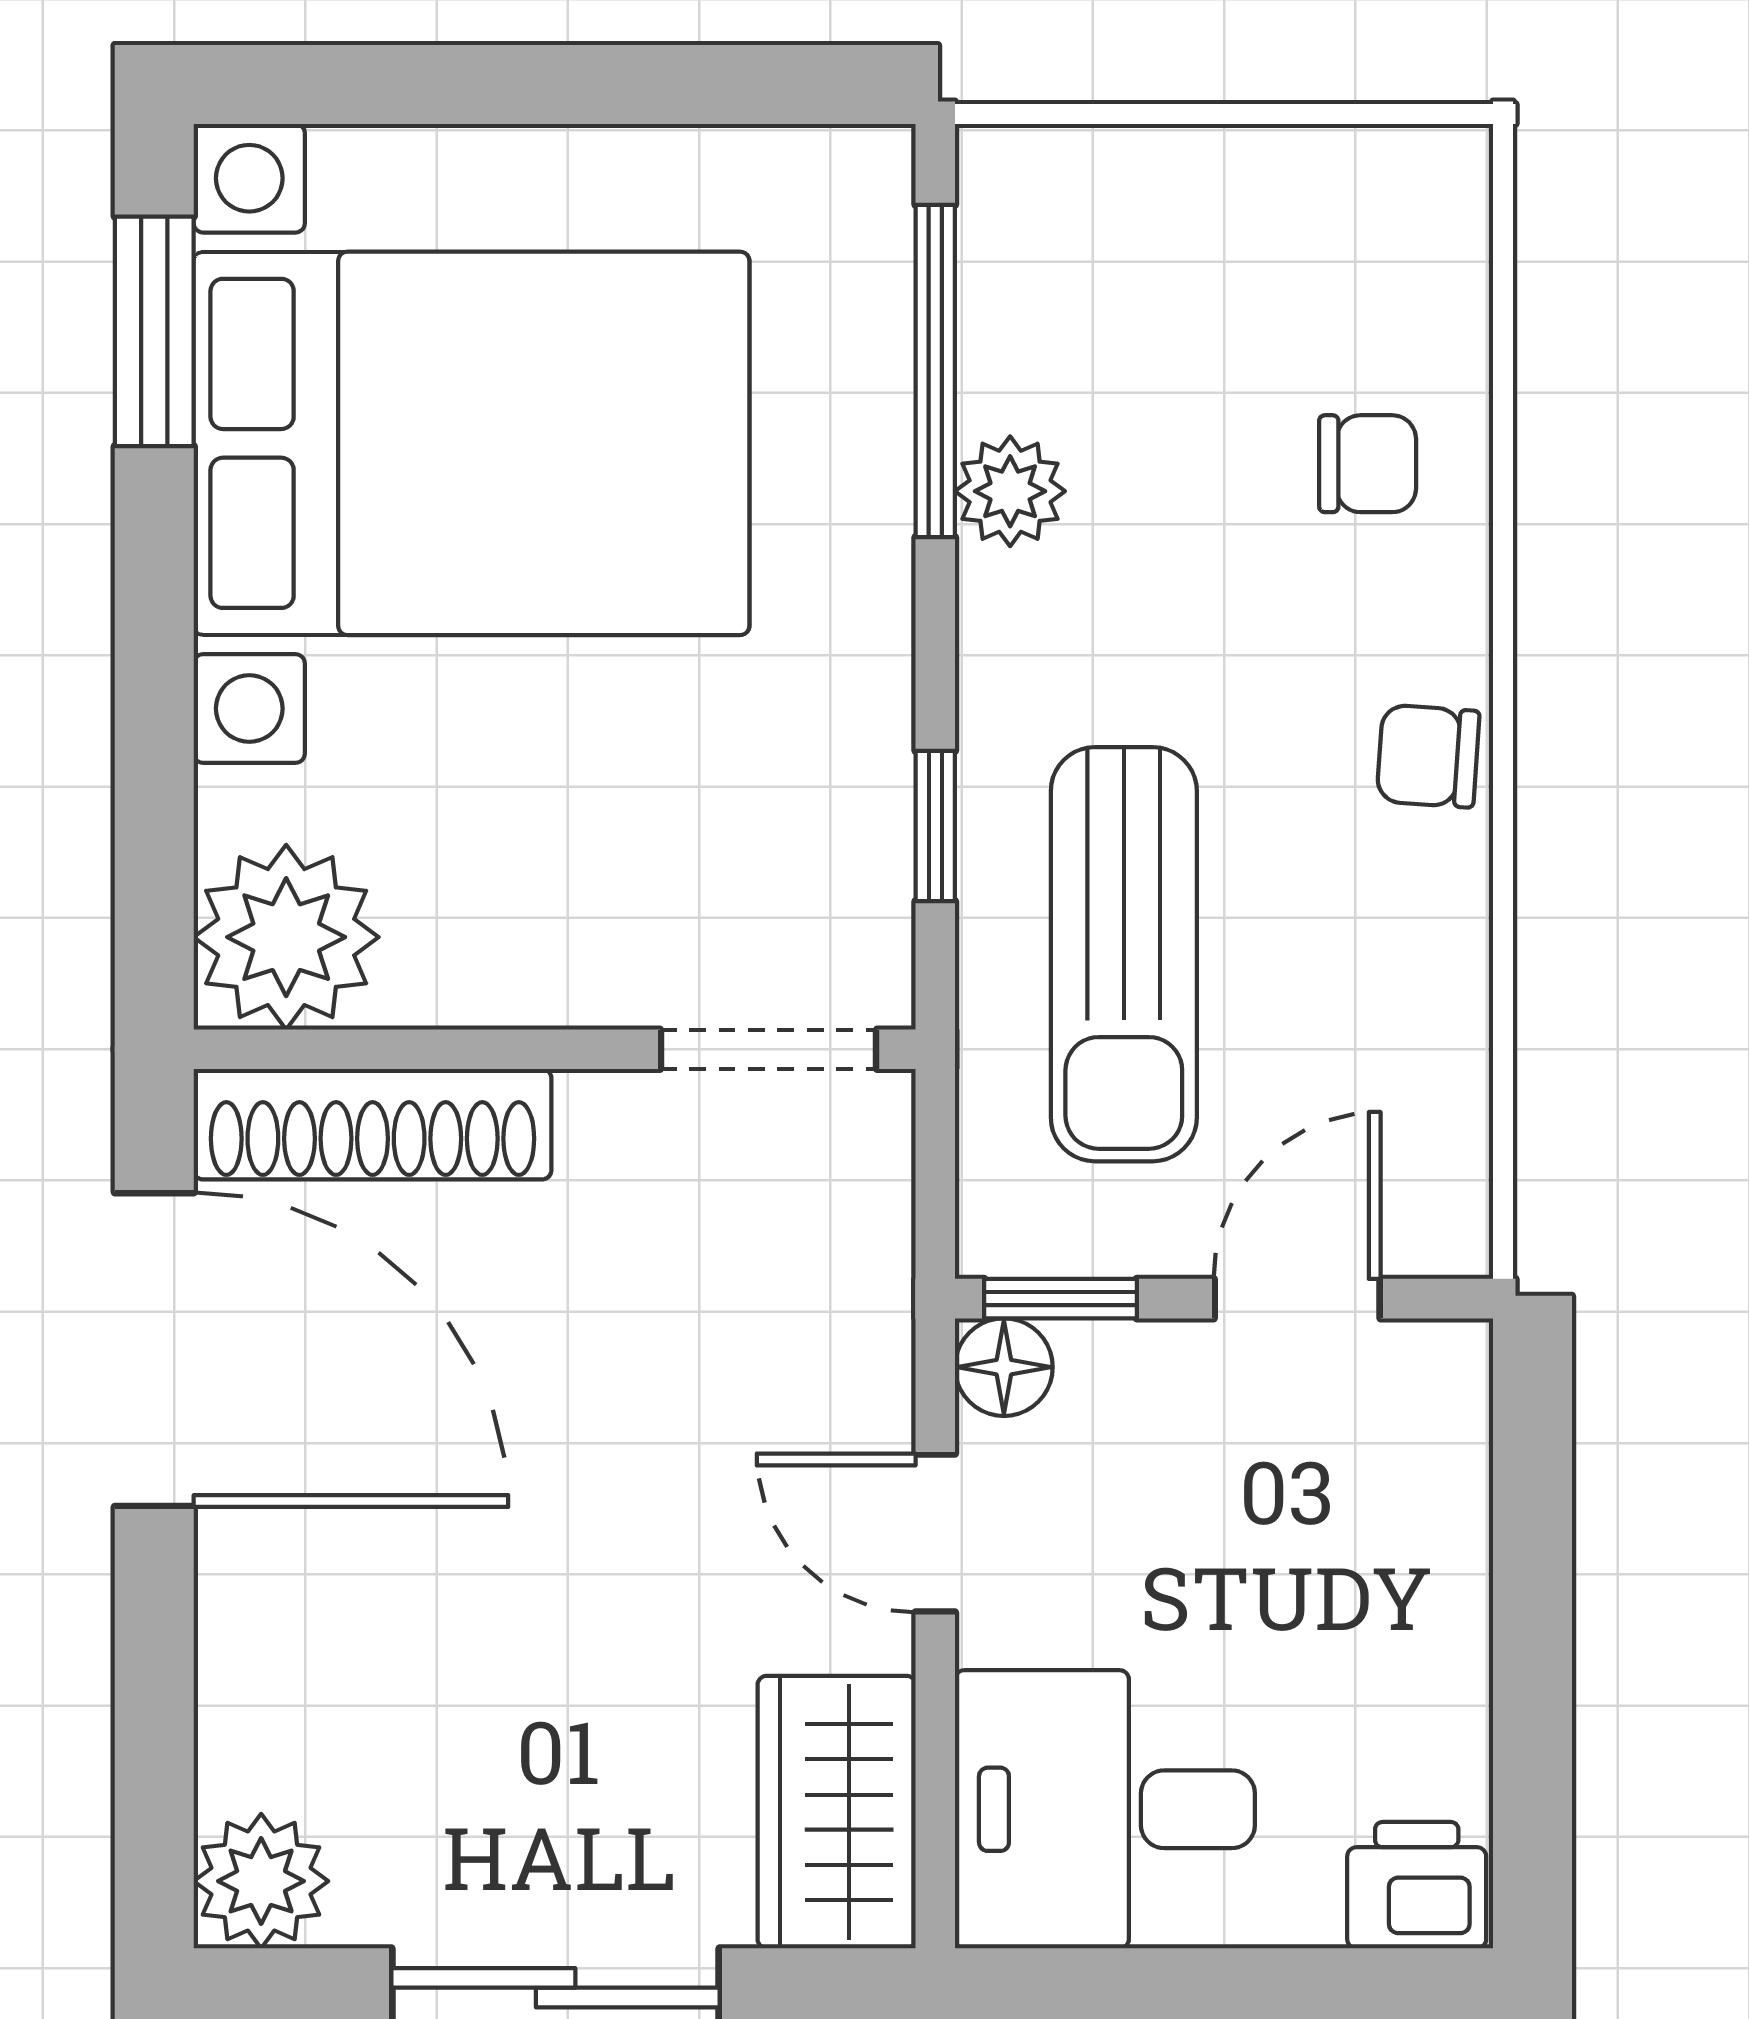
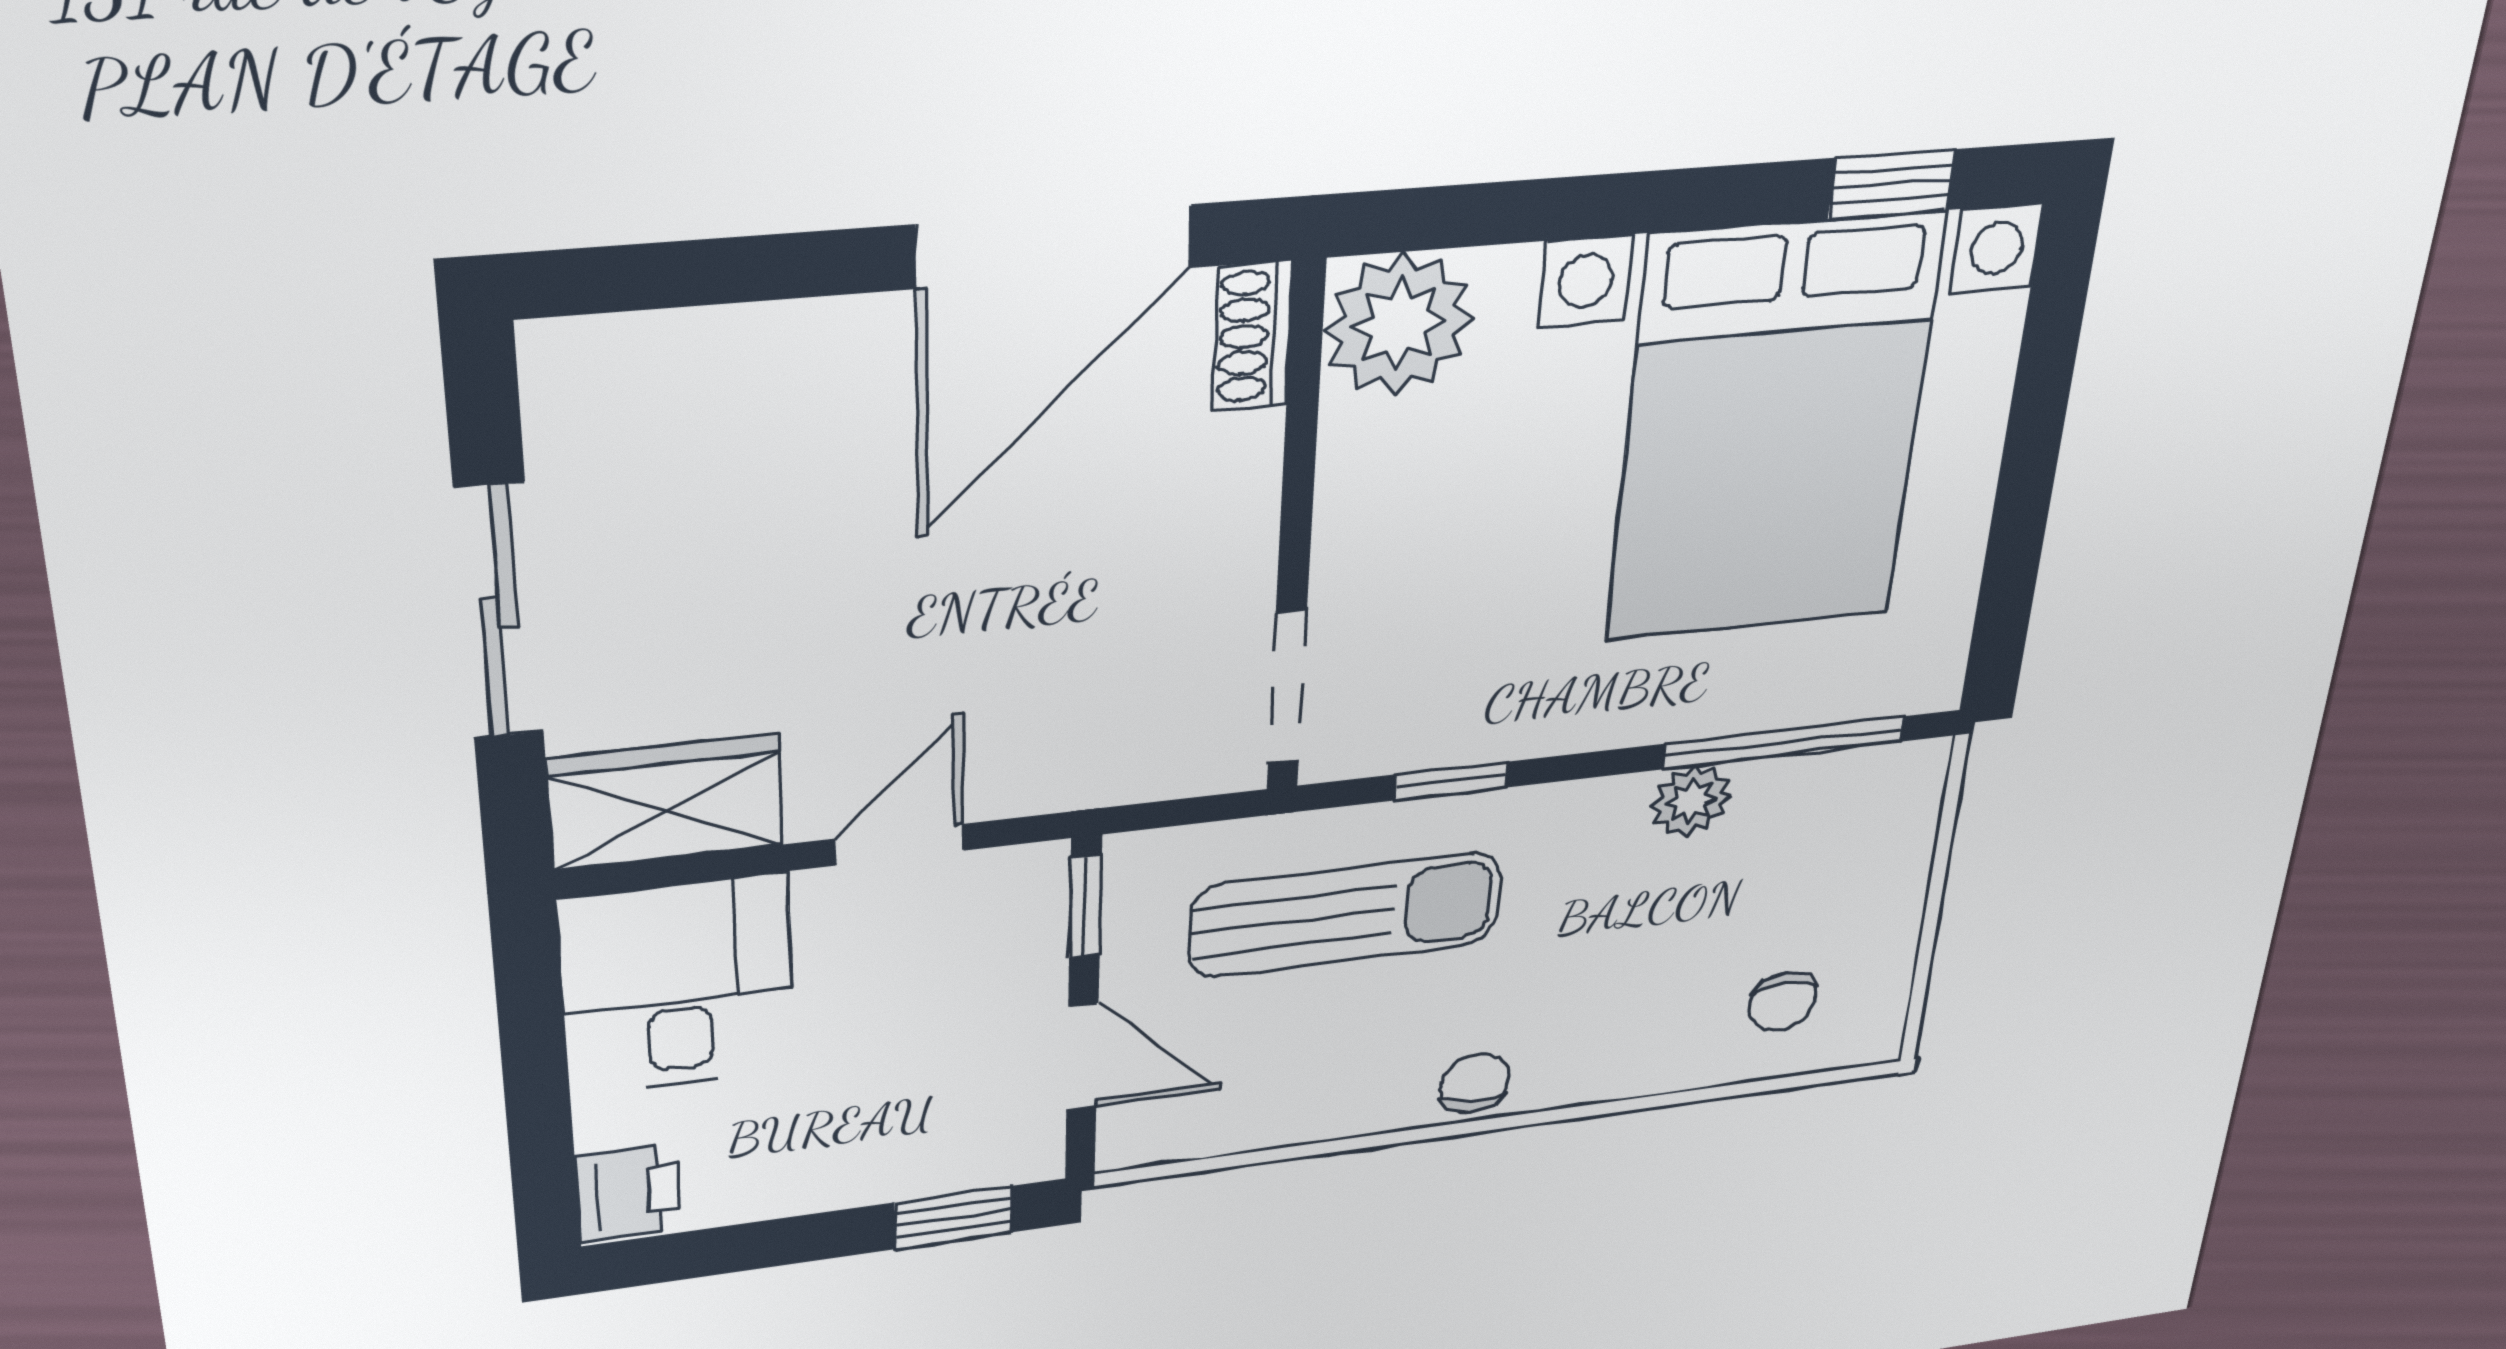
window: (154, 331) -> (1891, 184), width x0.67
chair: (1368, 464) -> (1783, 1001), moved
sun lounger: (1124, 954) -> (1346, 915), turned 180
shoe rack: (373, 1124) -> (1253, 336), width x0.51, depth x0.81
floor lamp: (1004, 1367) -> (1032, 875), removed
window: (1533, 1468) -> (953, 1218), added
plant: (261, 1881) -> (580, 371), removed

